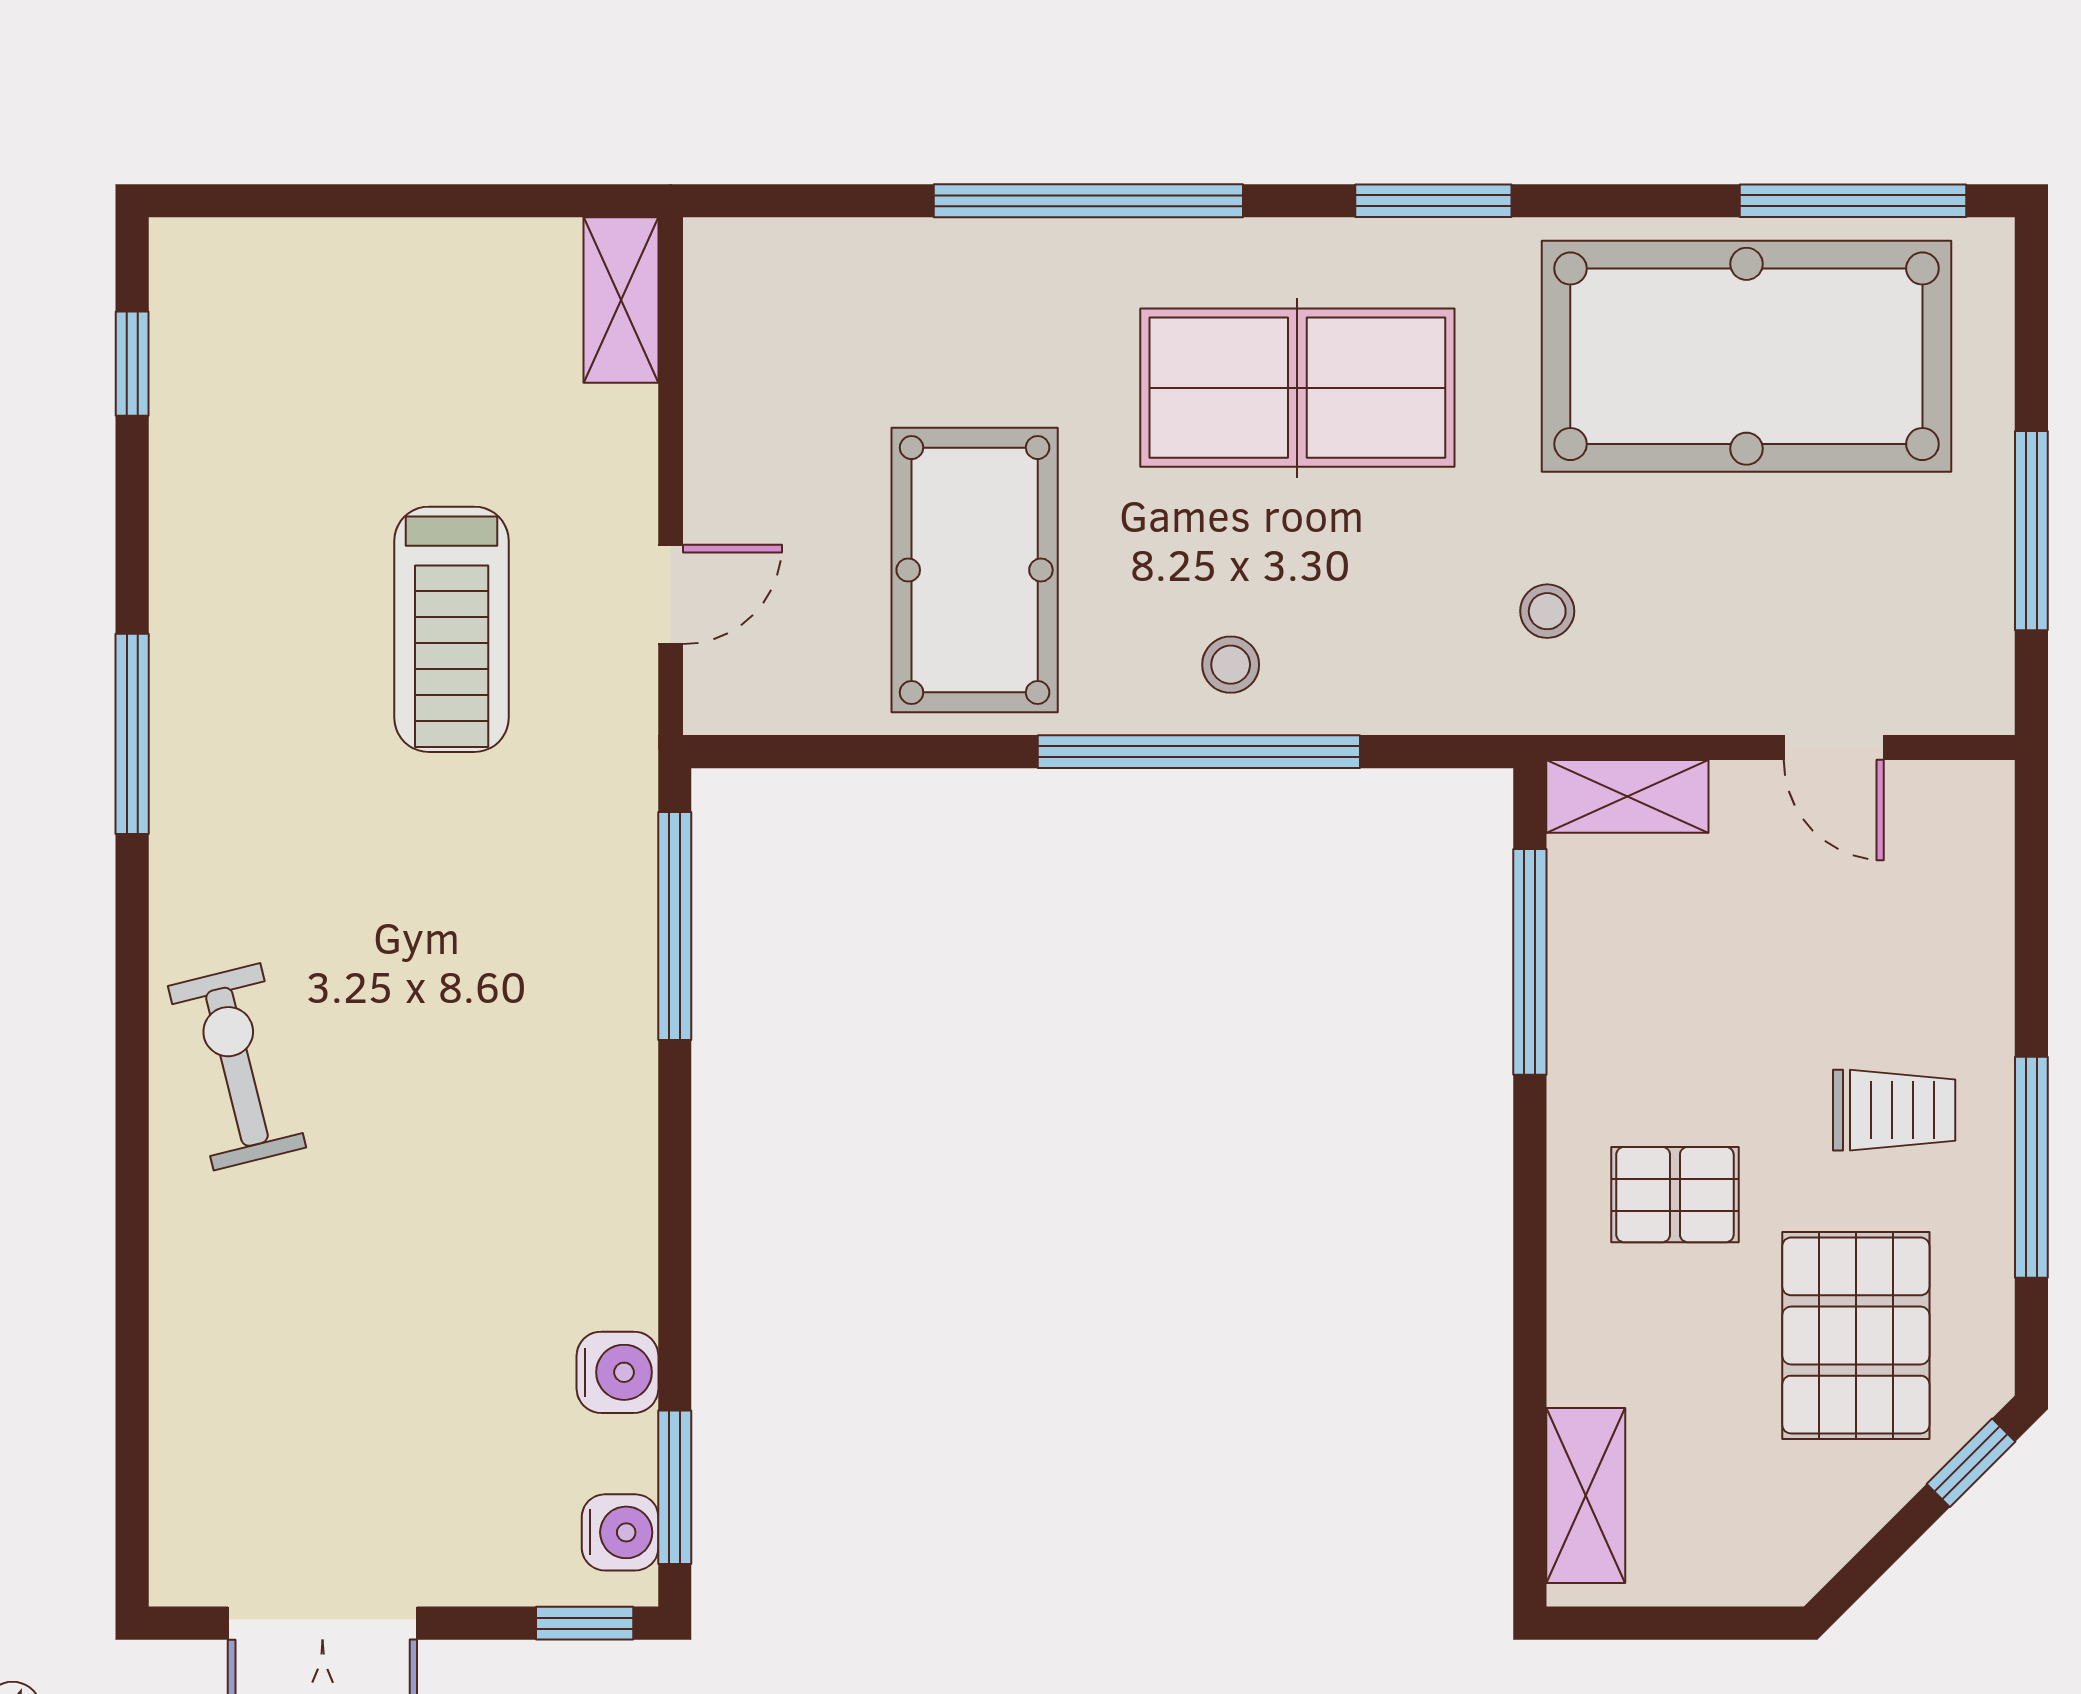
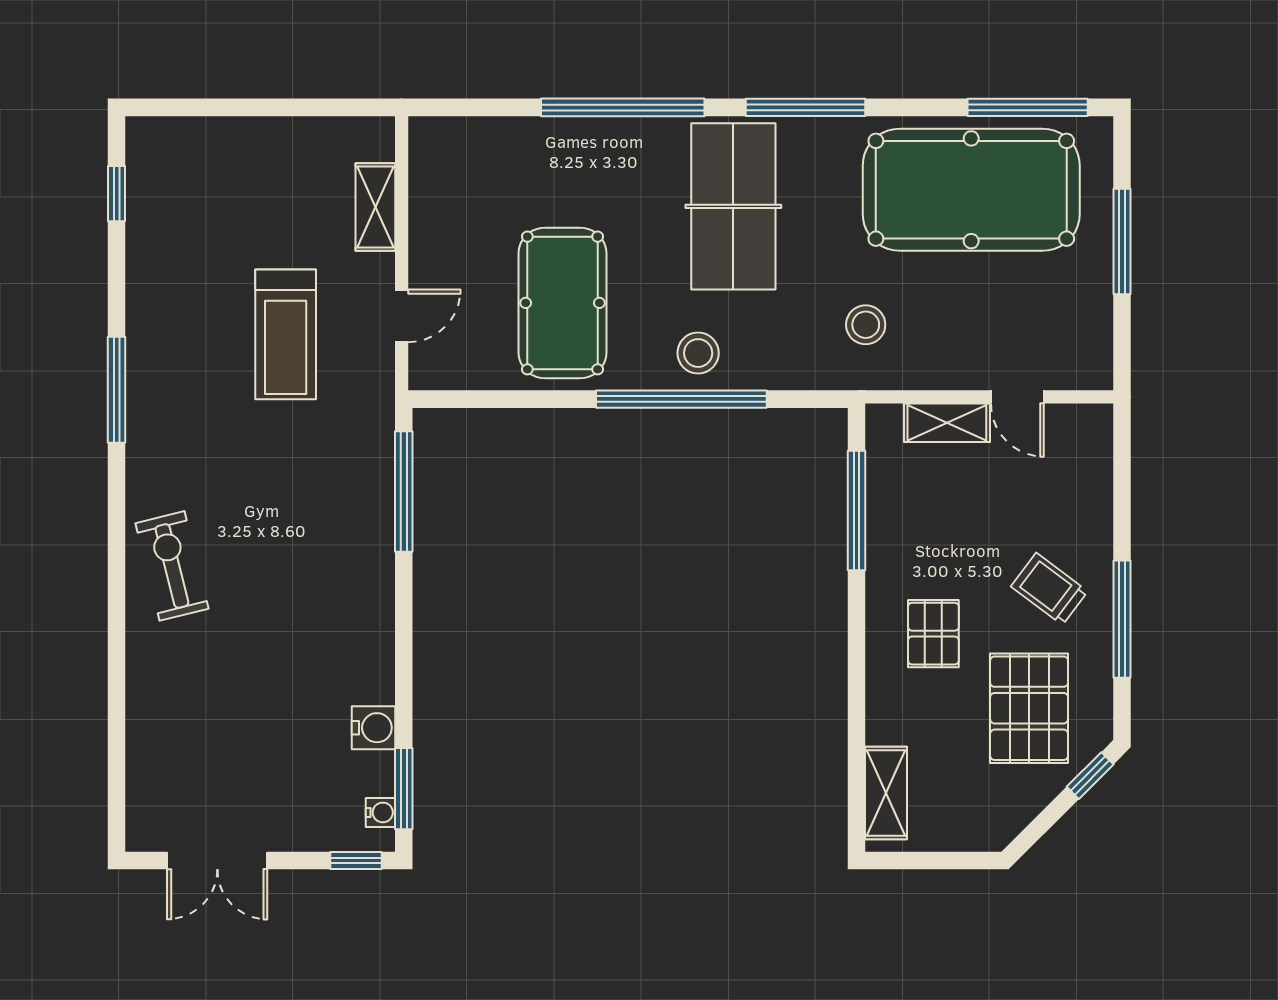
window: (1433, 201) -> (805, 107), width x1.44
shelving: (621, 300) -> (375, 207), moved
table tennis table: (1297, 388) -> (733, 206), turned 90
window: (2031, 531) -> (1122, 241), moved
stool: (1547, 611) -> (866, 325), width x1.37, depth x1.37
stool: (1231, 665) -> (698, 353), width x1.37, depth x1.37
shelving: (1627, 796) -> (947, 423), moved
trolley: (1894, 1110) -> (1049, 589), turned -143
pallet: (1675, 1195) -> (933, 634), turned 90
water cooler: (620, 1532) -> (380, 812), width x0.72, depth x0.72

